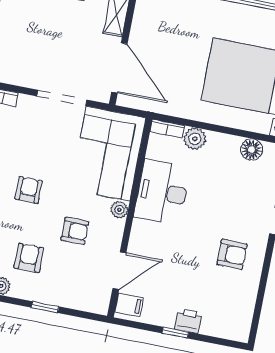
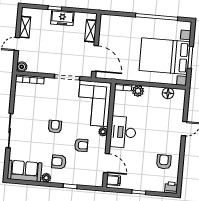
desk: (162, 192) -> (123, 132), moved
armchair: (232, 254) -> (164, 162), moved, turned -90
armchair: (29, 258) -> (59, 162), turned -90
door: (119, 271) -> (106, 163), hinge flipped
printer: (188, 321) -> (171, 188), moved

